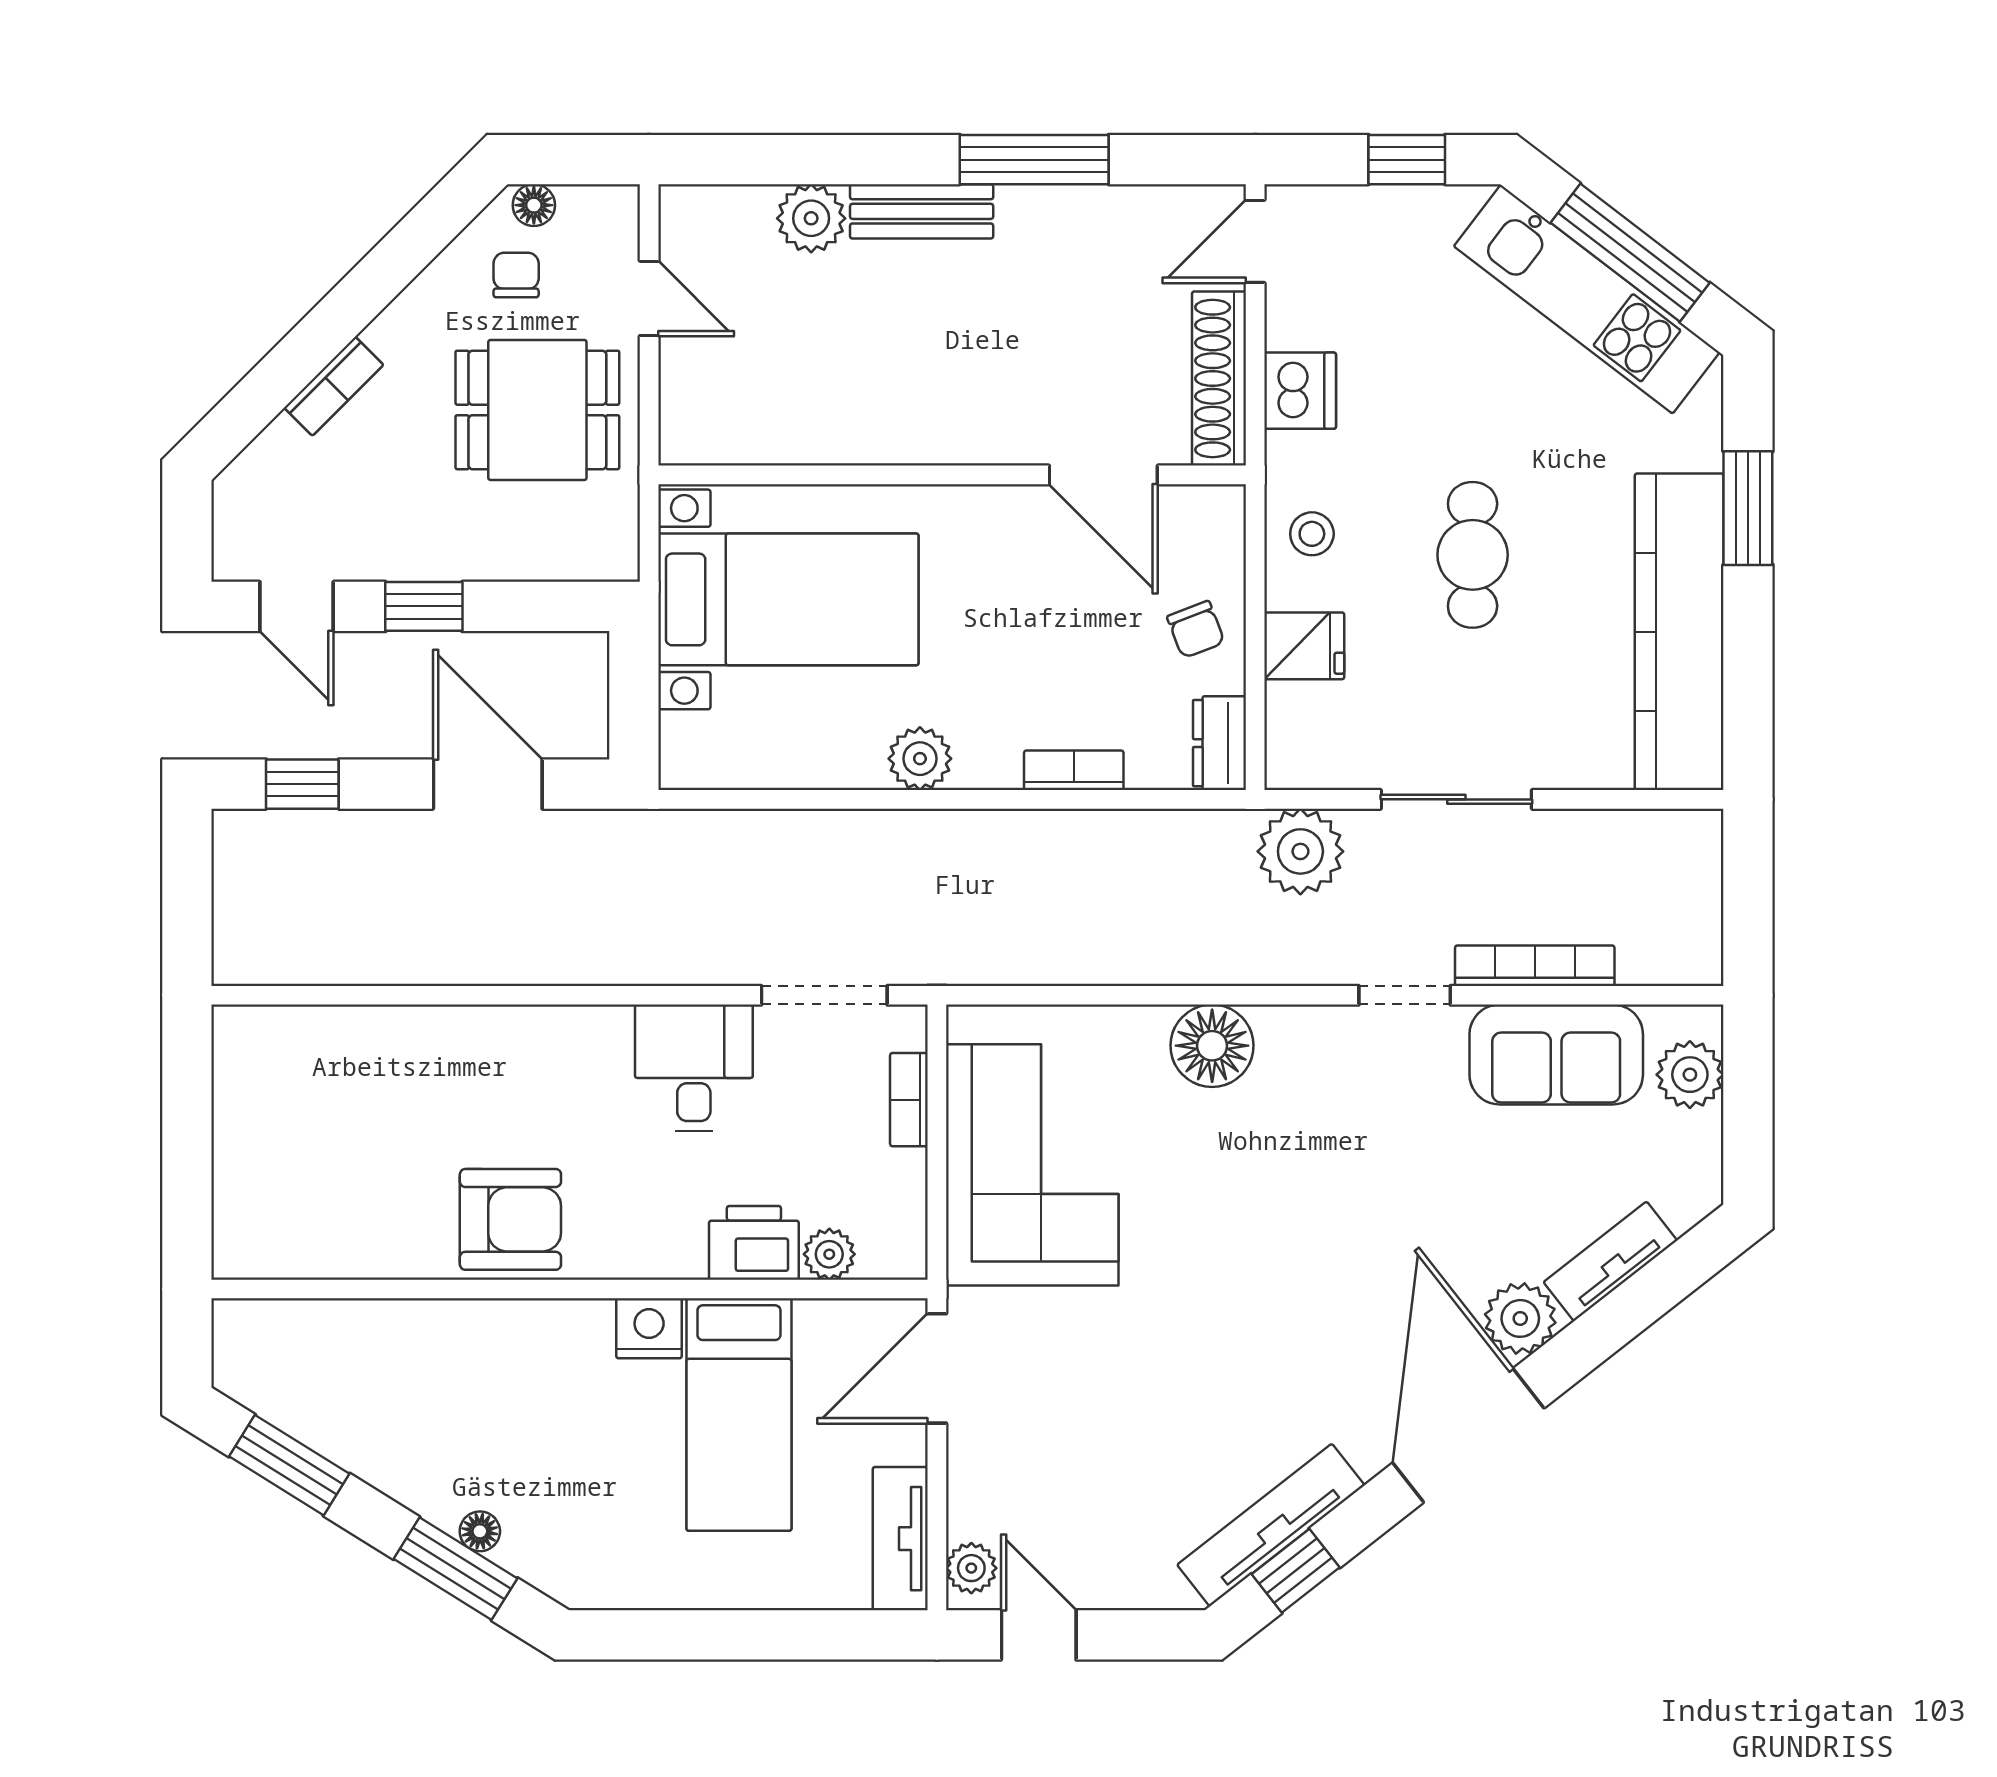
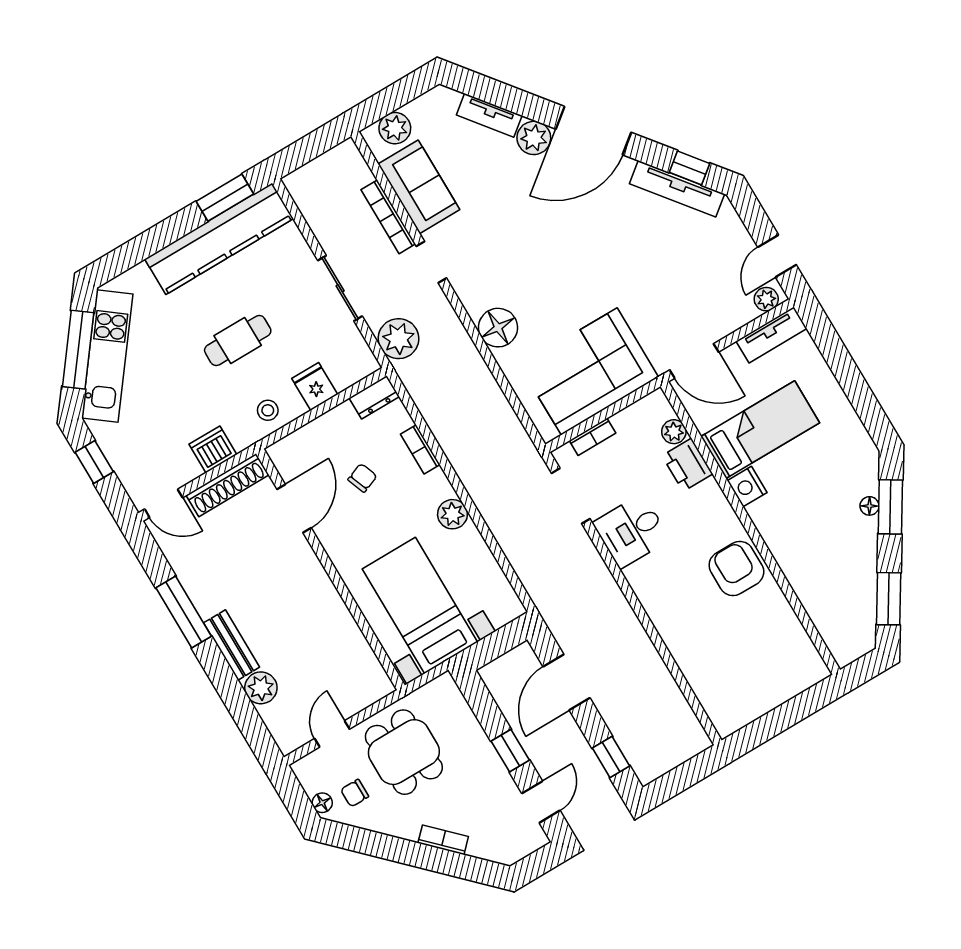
window: (1748, 508) -> (225, 198), moved
chair: (1196, 629) -> (362, 478), moved

